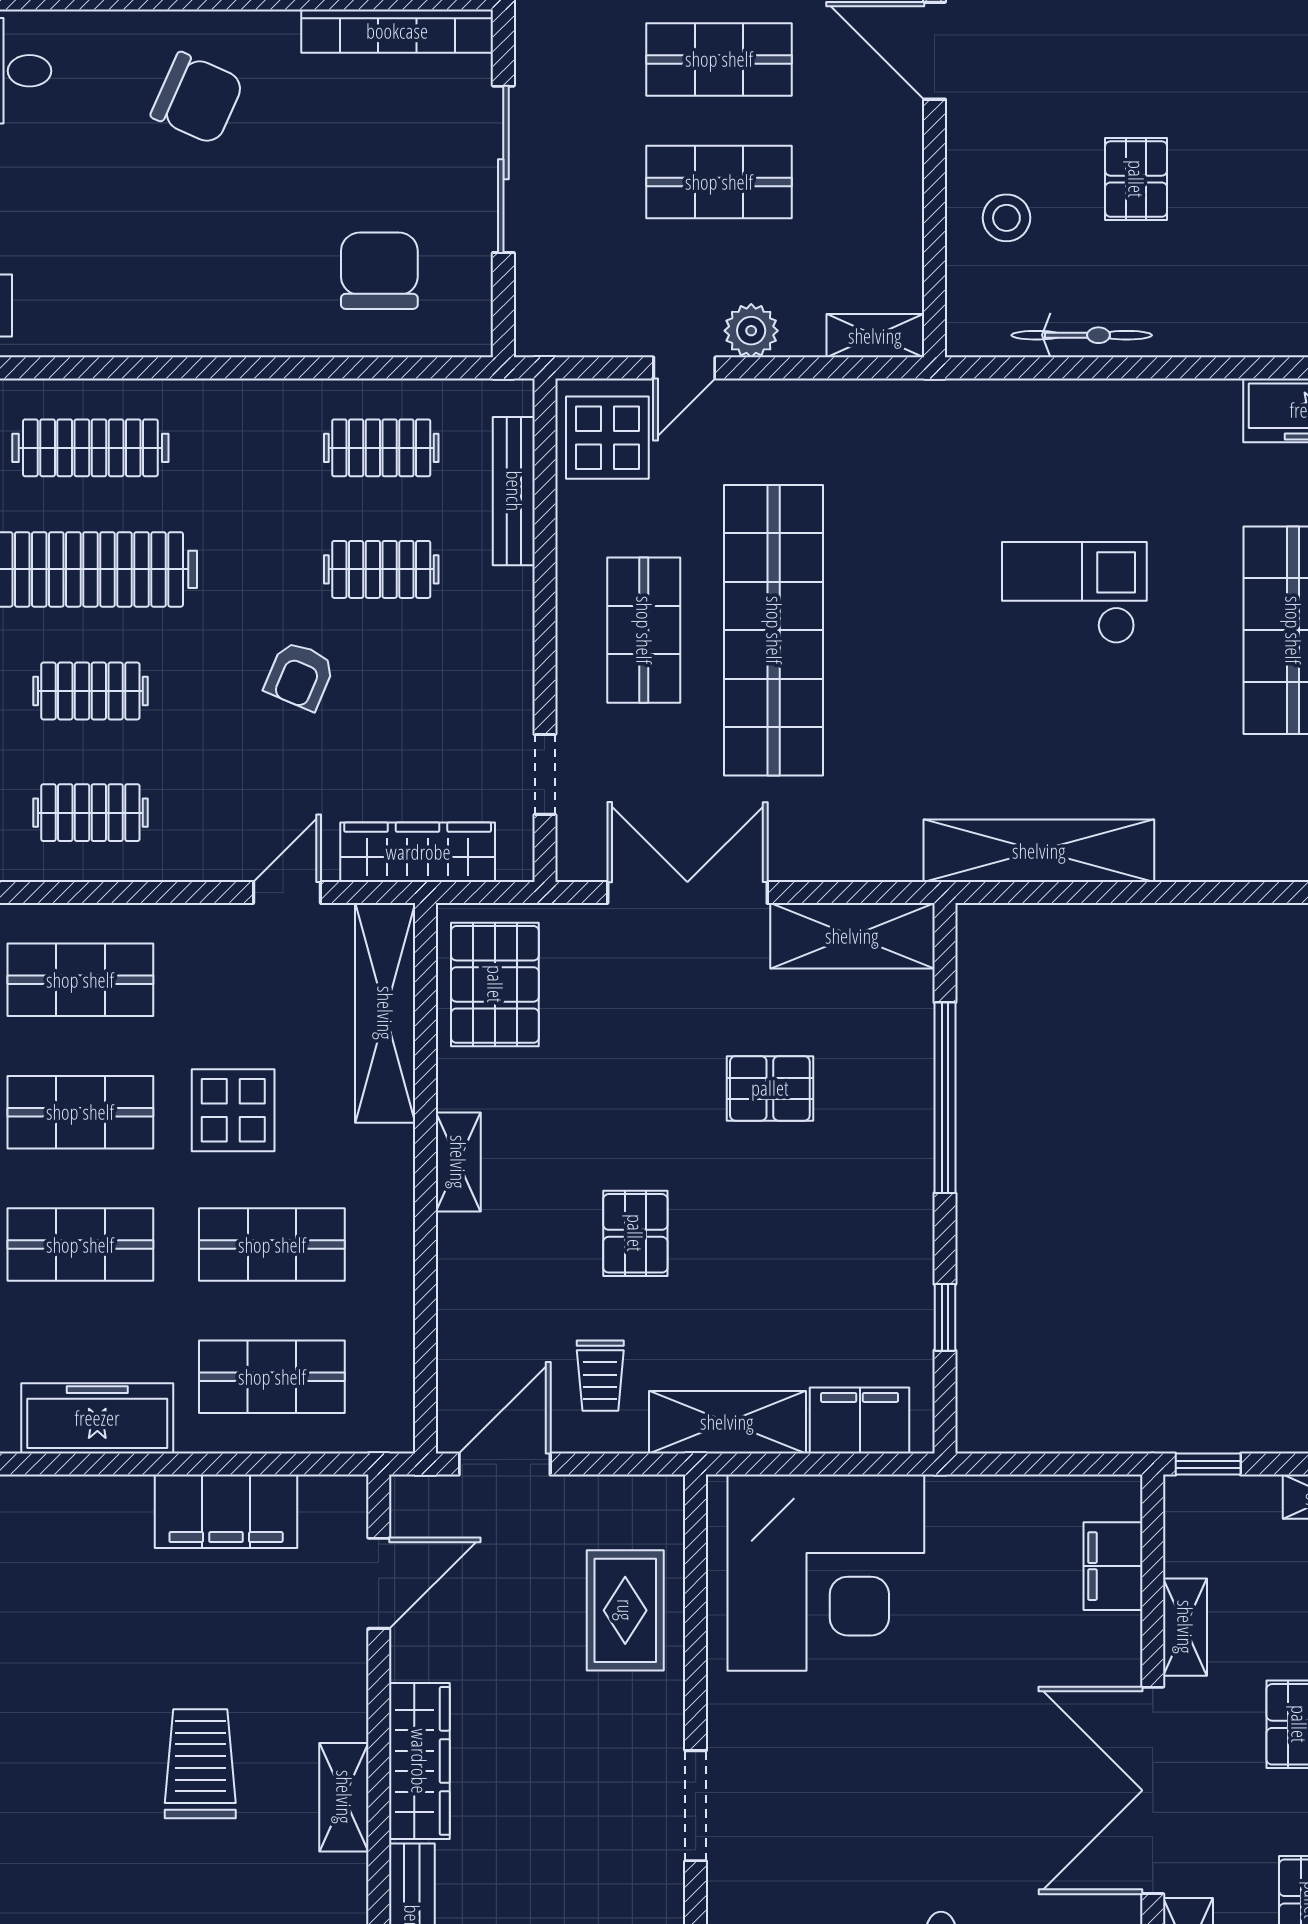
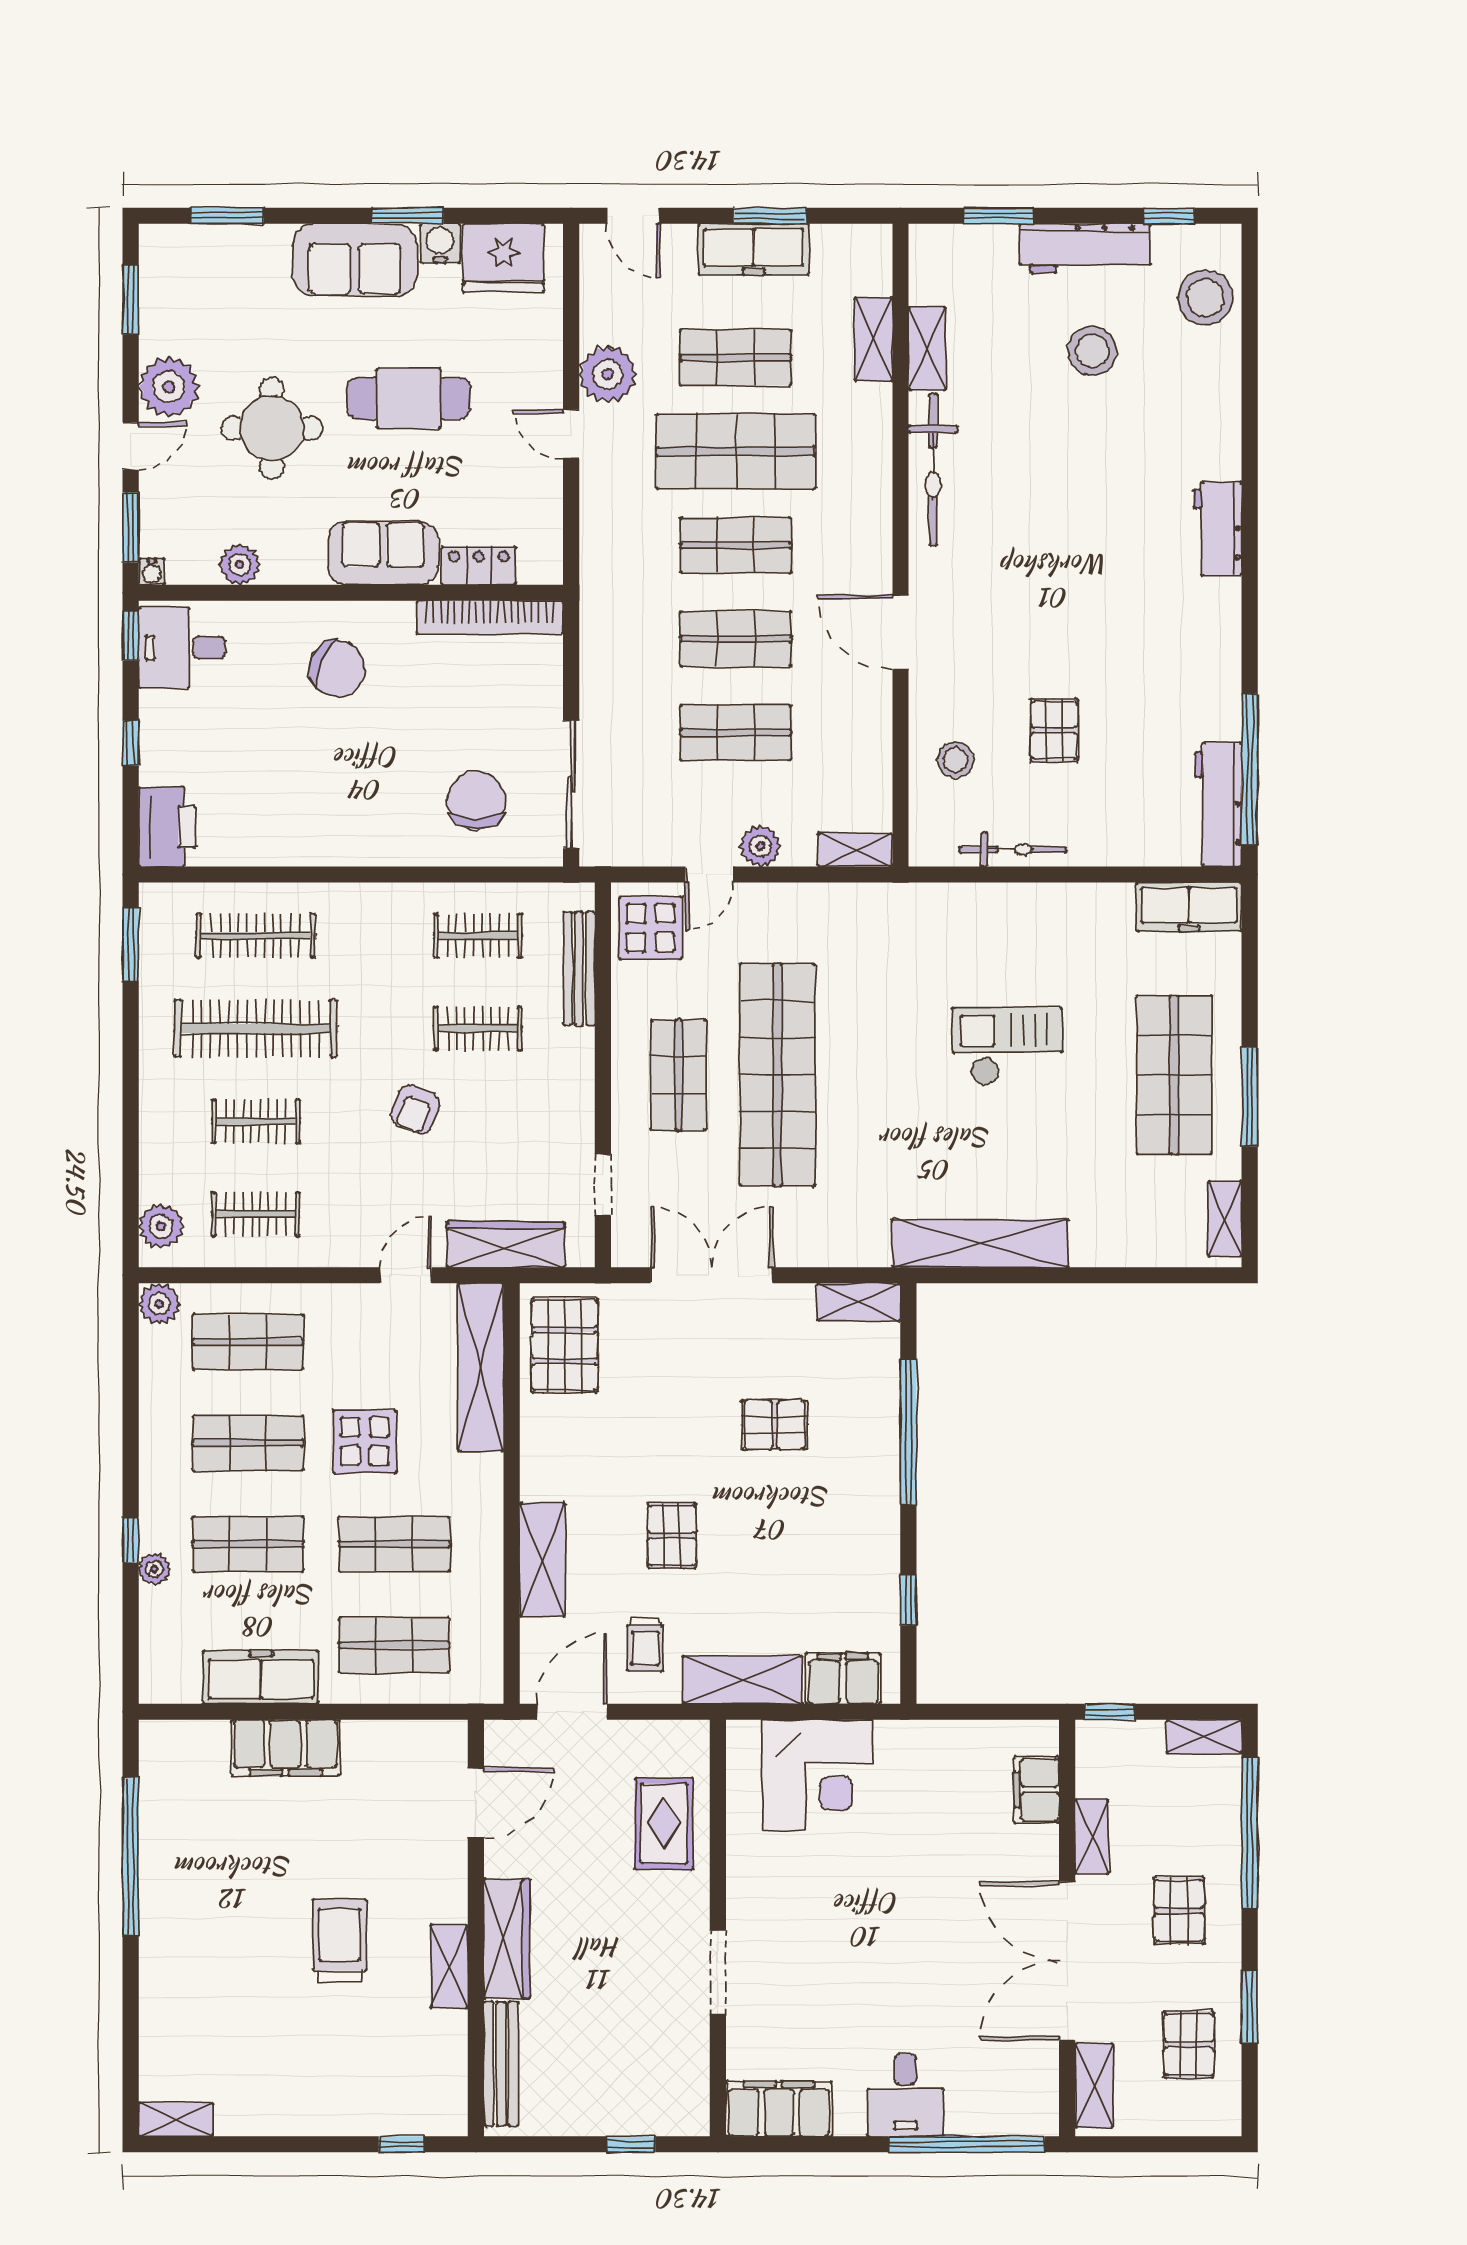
sliding door: (503, 169) -> (571, 784), moved
shelving: (852, 936) -> (859, 1302), width x0.67, depth x0.75
shelving: (458, 1162) -> (542, 1560), moved, width x1.50, depth x1.33
filing cabinet: (226, 1511) -> (285, 1748), moved
corner desk: (826, 1573) -> (817, 1775), width x0.74, depth x0.74

